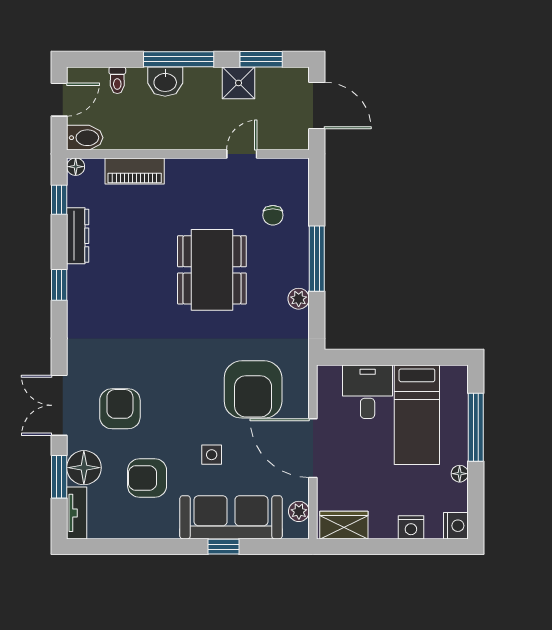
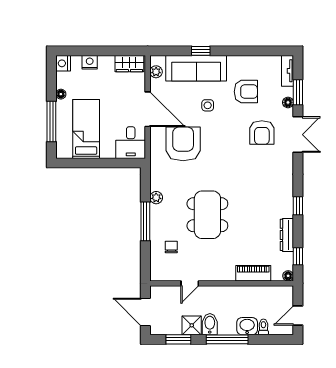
washbasin: (165, 82) -> (247, 326), moved
bidet: (85, 138) -> (210, 324), moved, turned 90
desk: (368, 392) -> (131, 143), moved
floor lamp: (84, 468) -> (288, 102), width x0.53, depth x0.53

